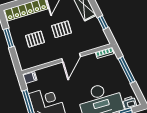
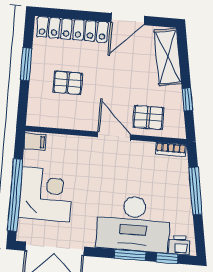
pallet: (62, 29) -> (148, 117), moved
door: (71, 58) -> (114, 136), swing flipped

